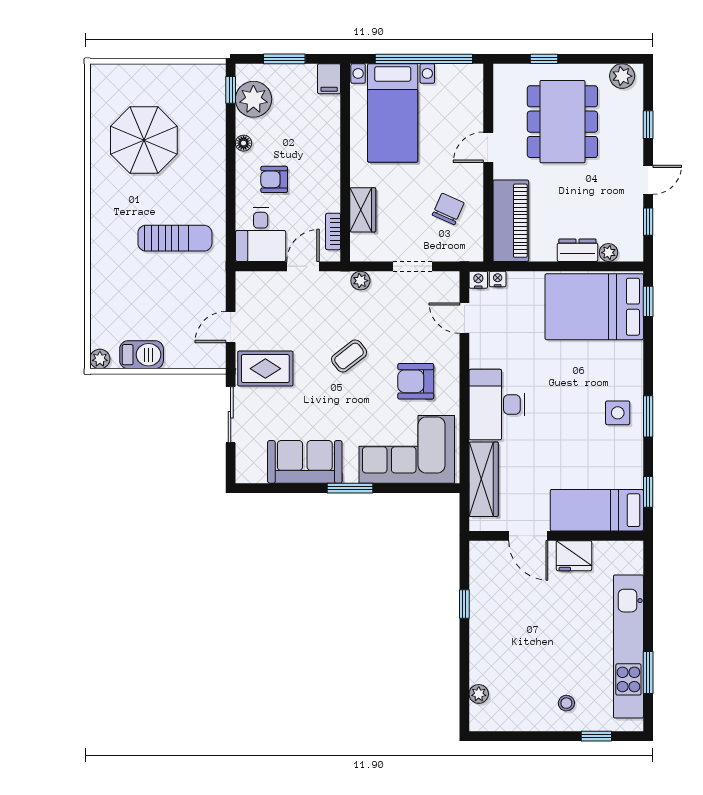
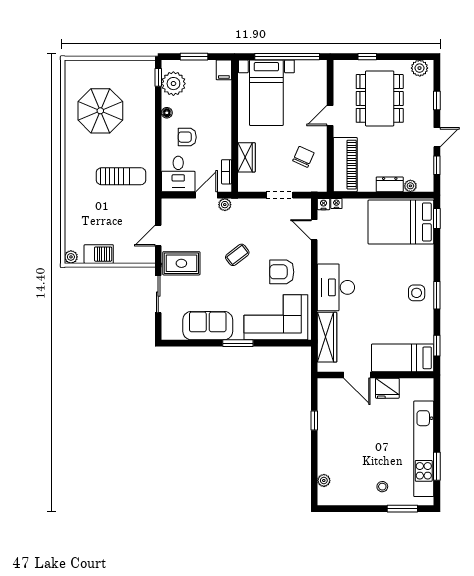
plant: (360, 281) -> (225, 205), moved
window: (596, 736) -> (402, 509), width x1.50

